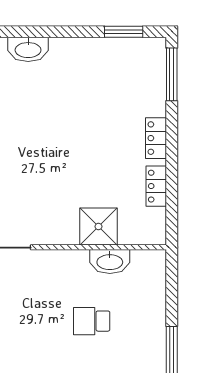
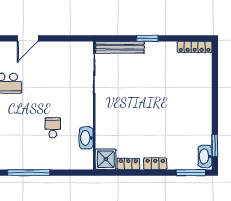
washbasin: (28, 49) -> (205, 156), moved
shower: (98, 226) -> (106, 159), moved

